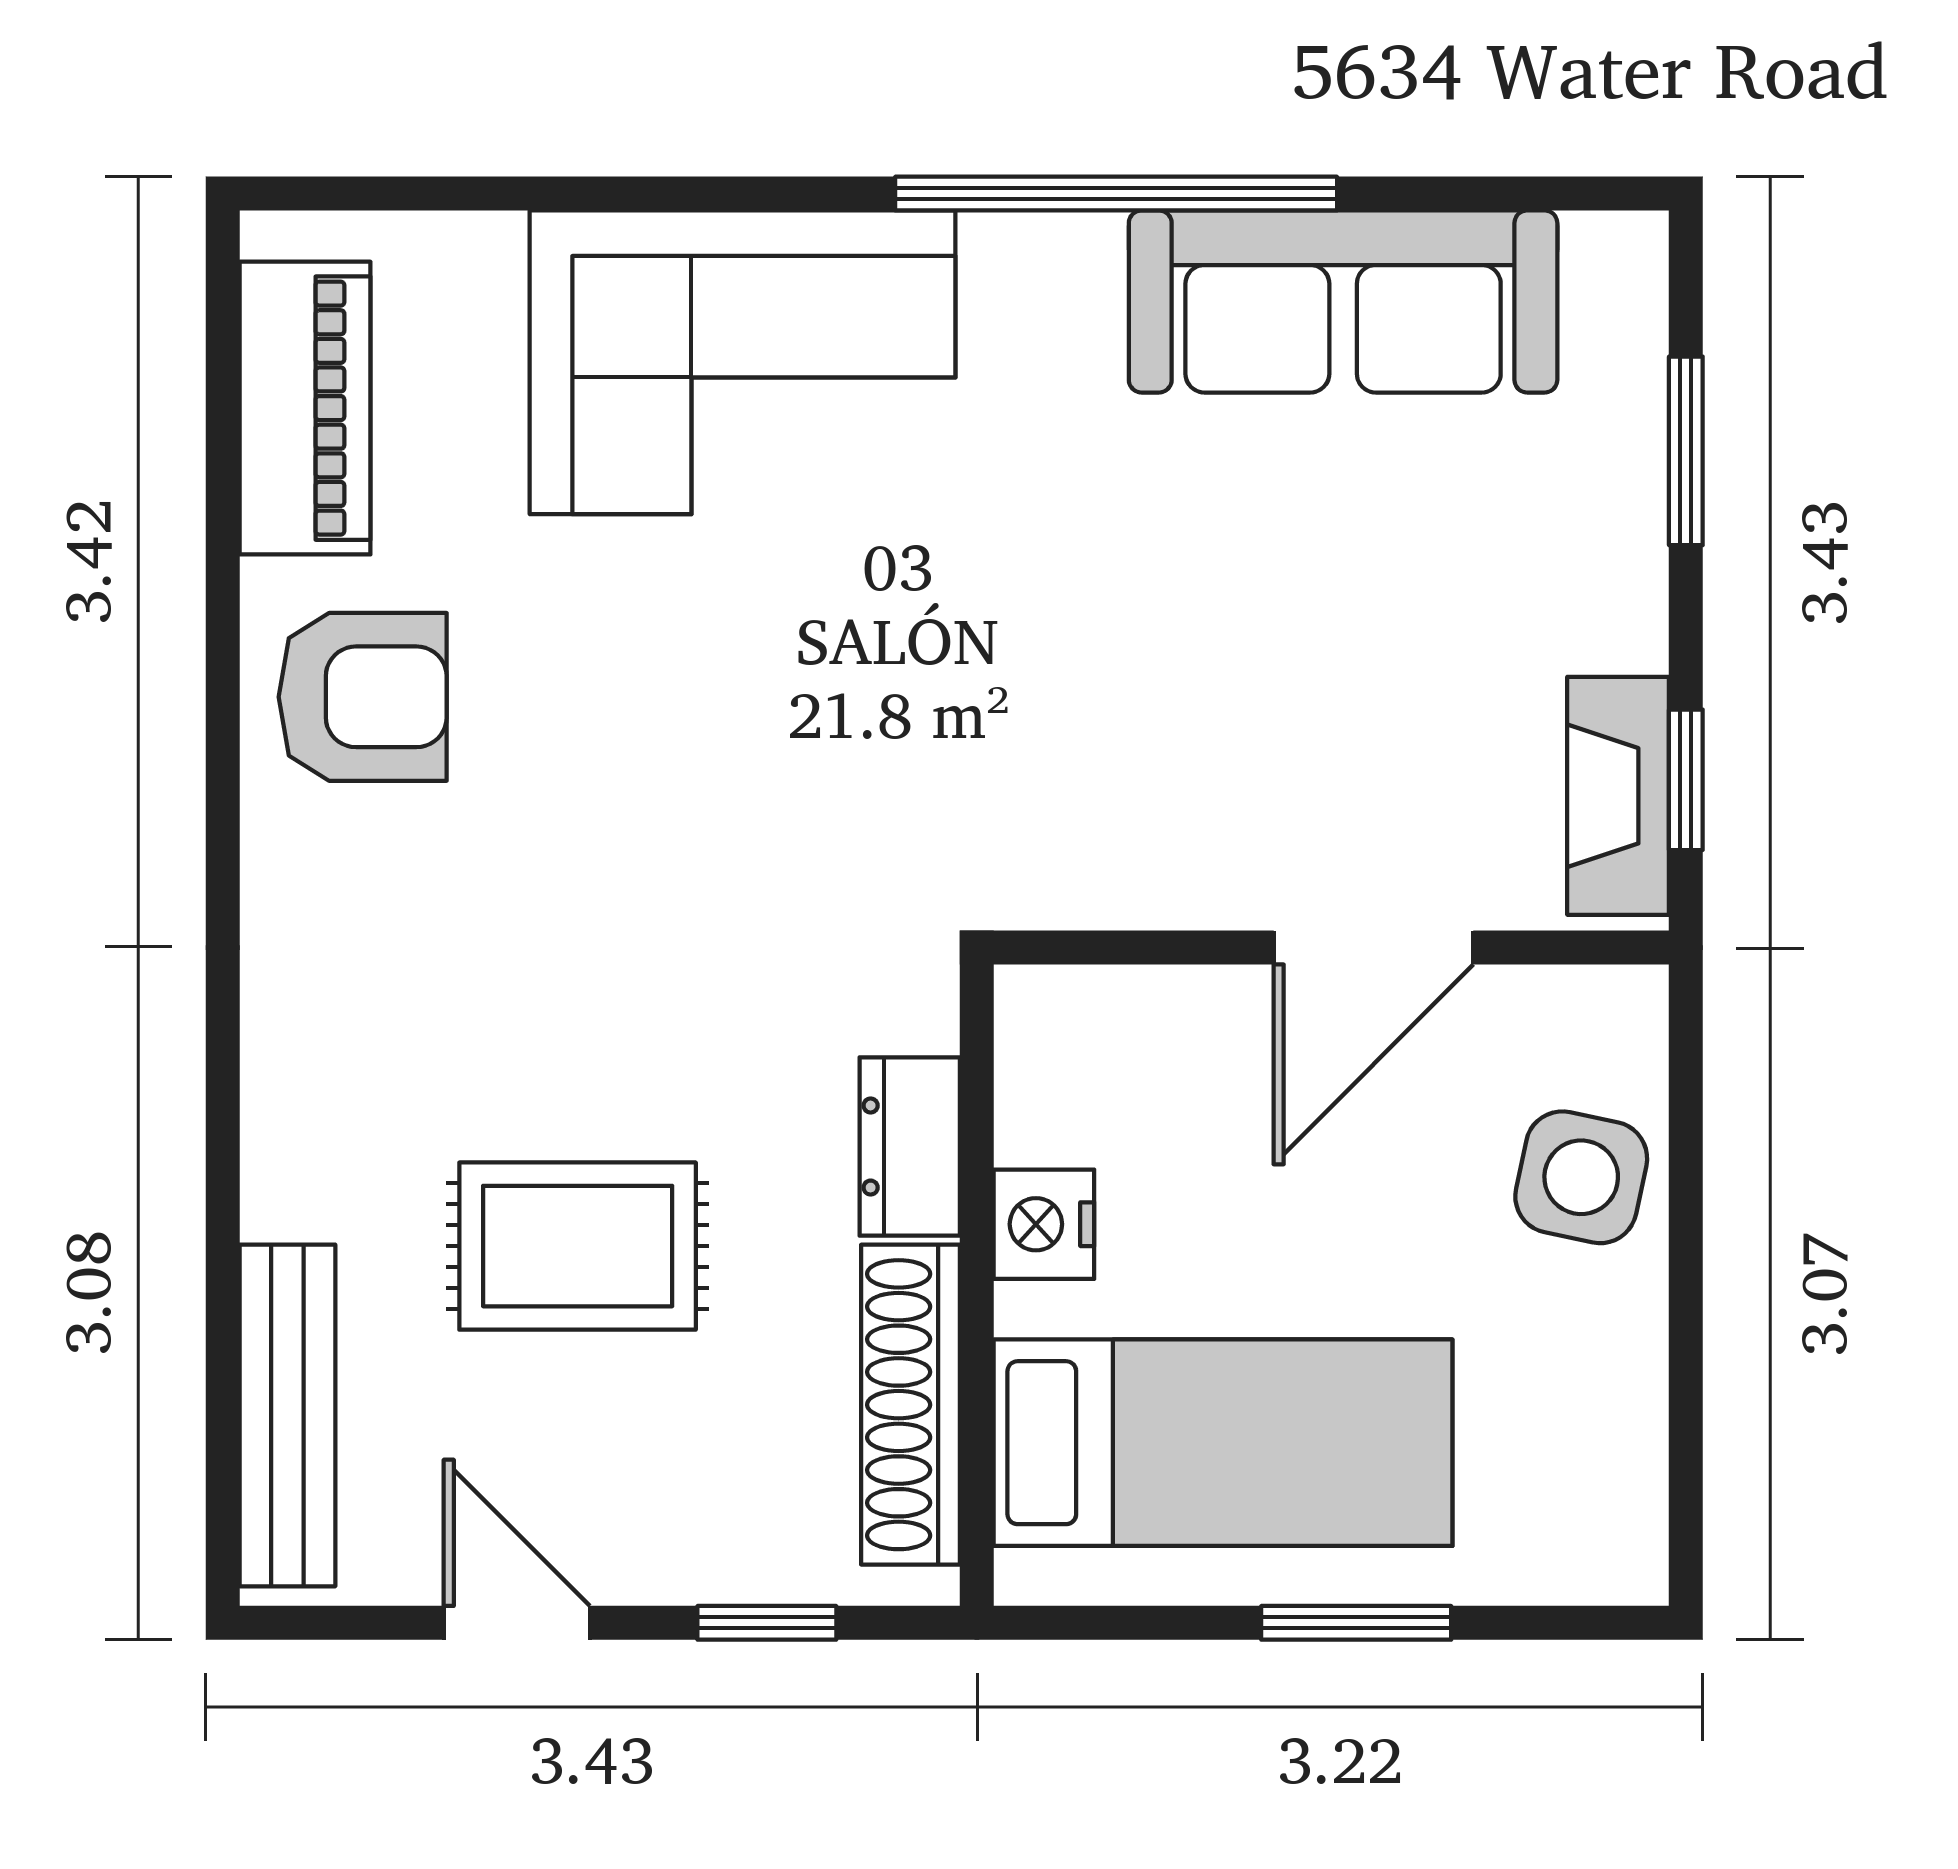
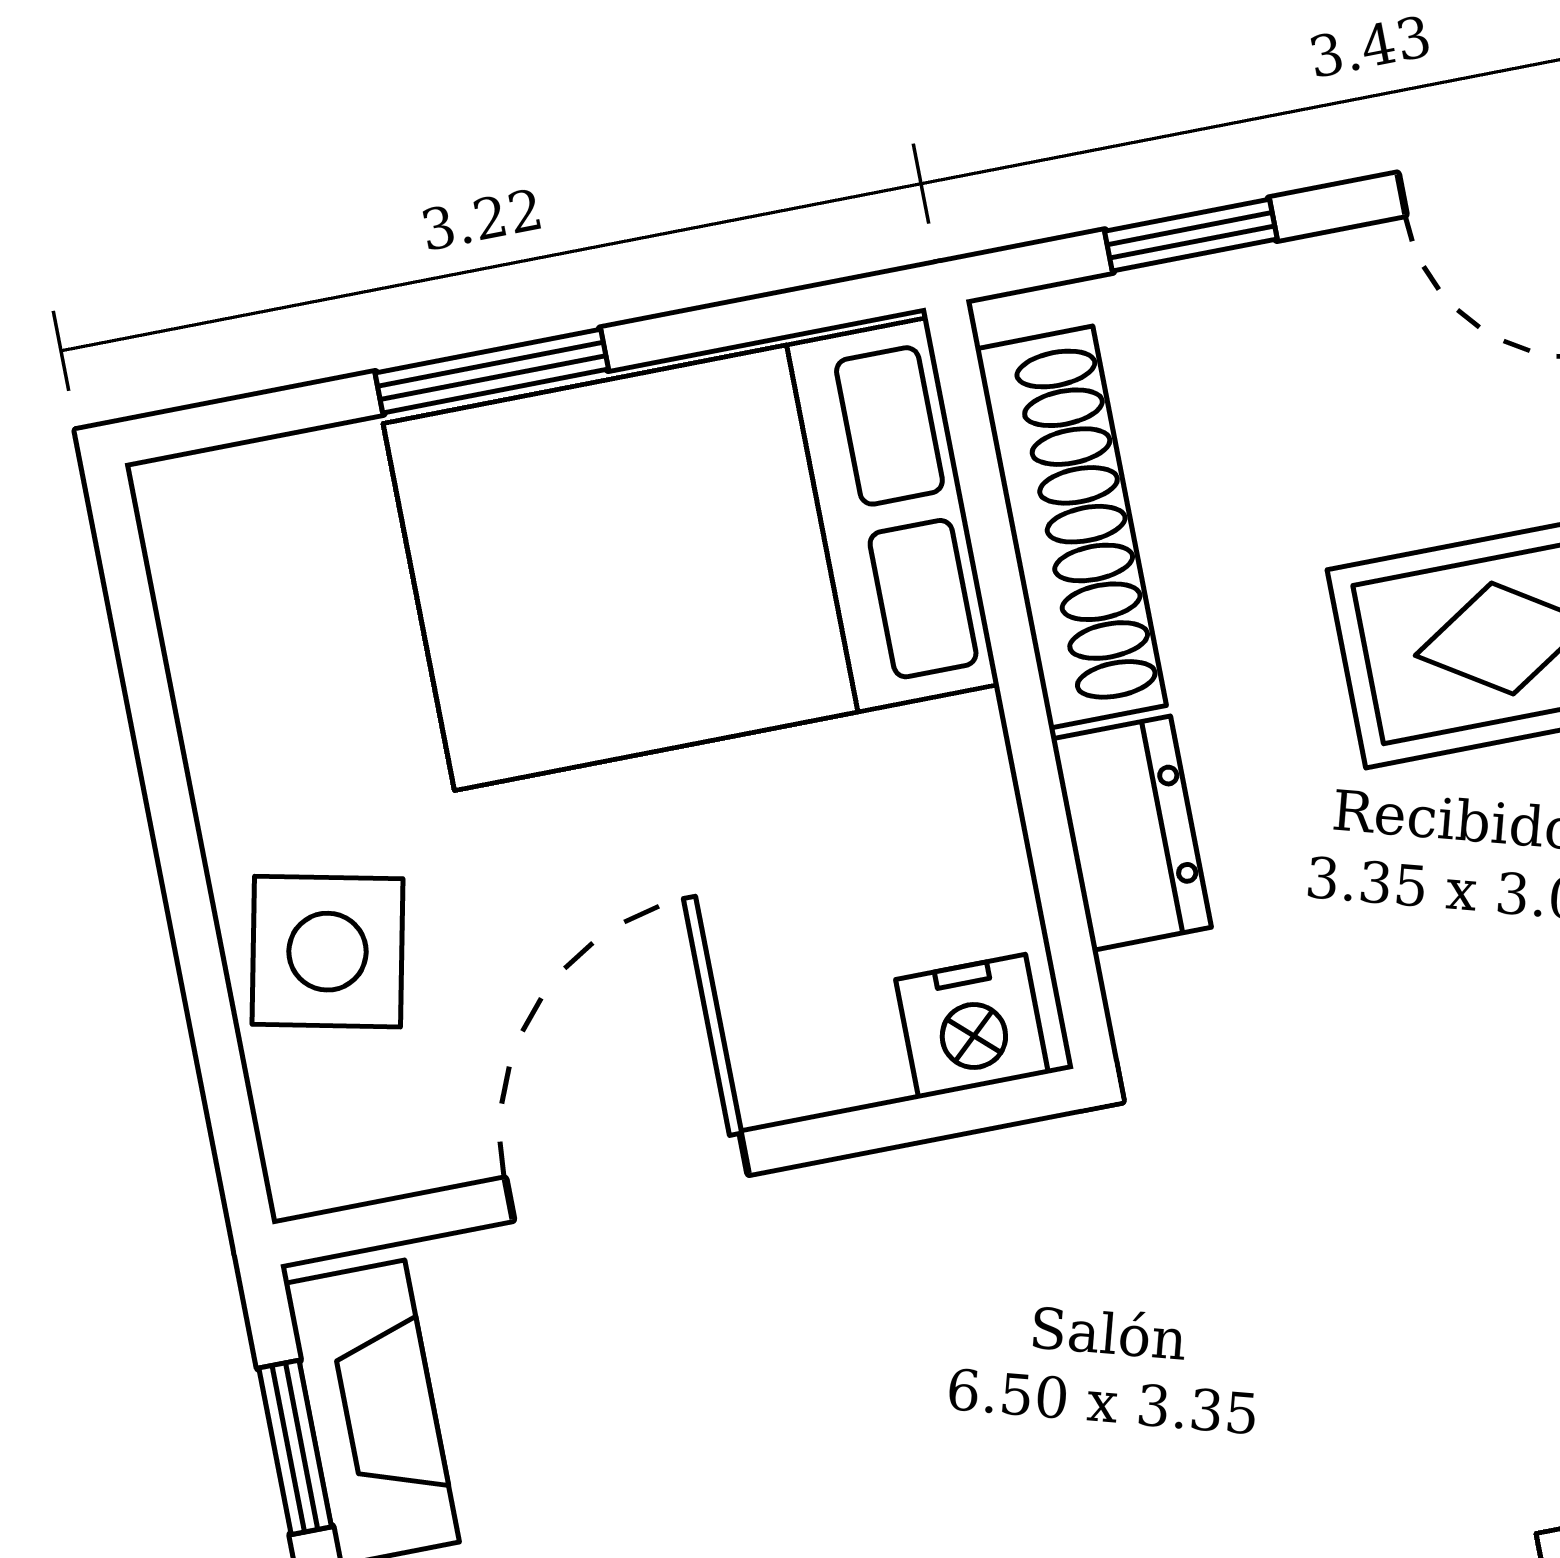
nightstand: (1044, 1224) -> (972, 1026), moved, turned 90
bed: (1223, 1443) -> (691, 554), width x1.50

